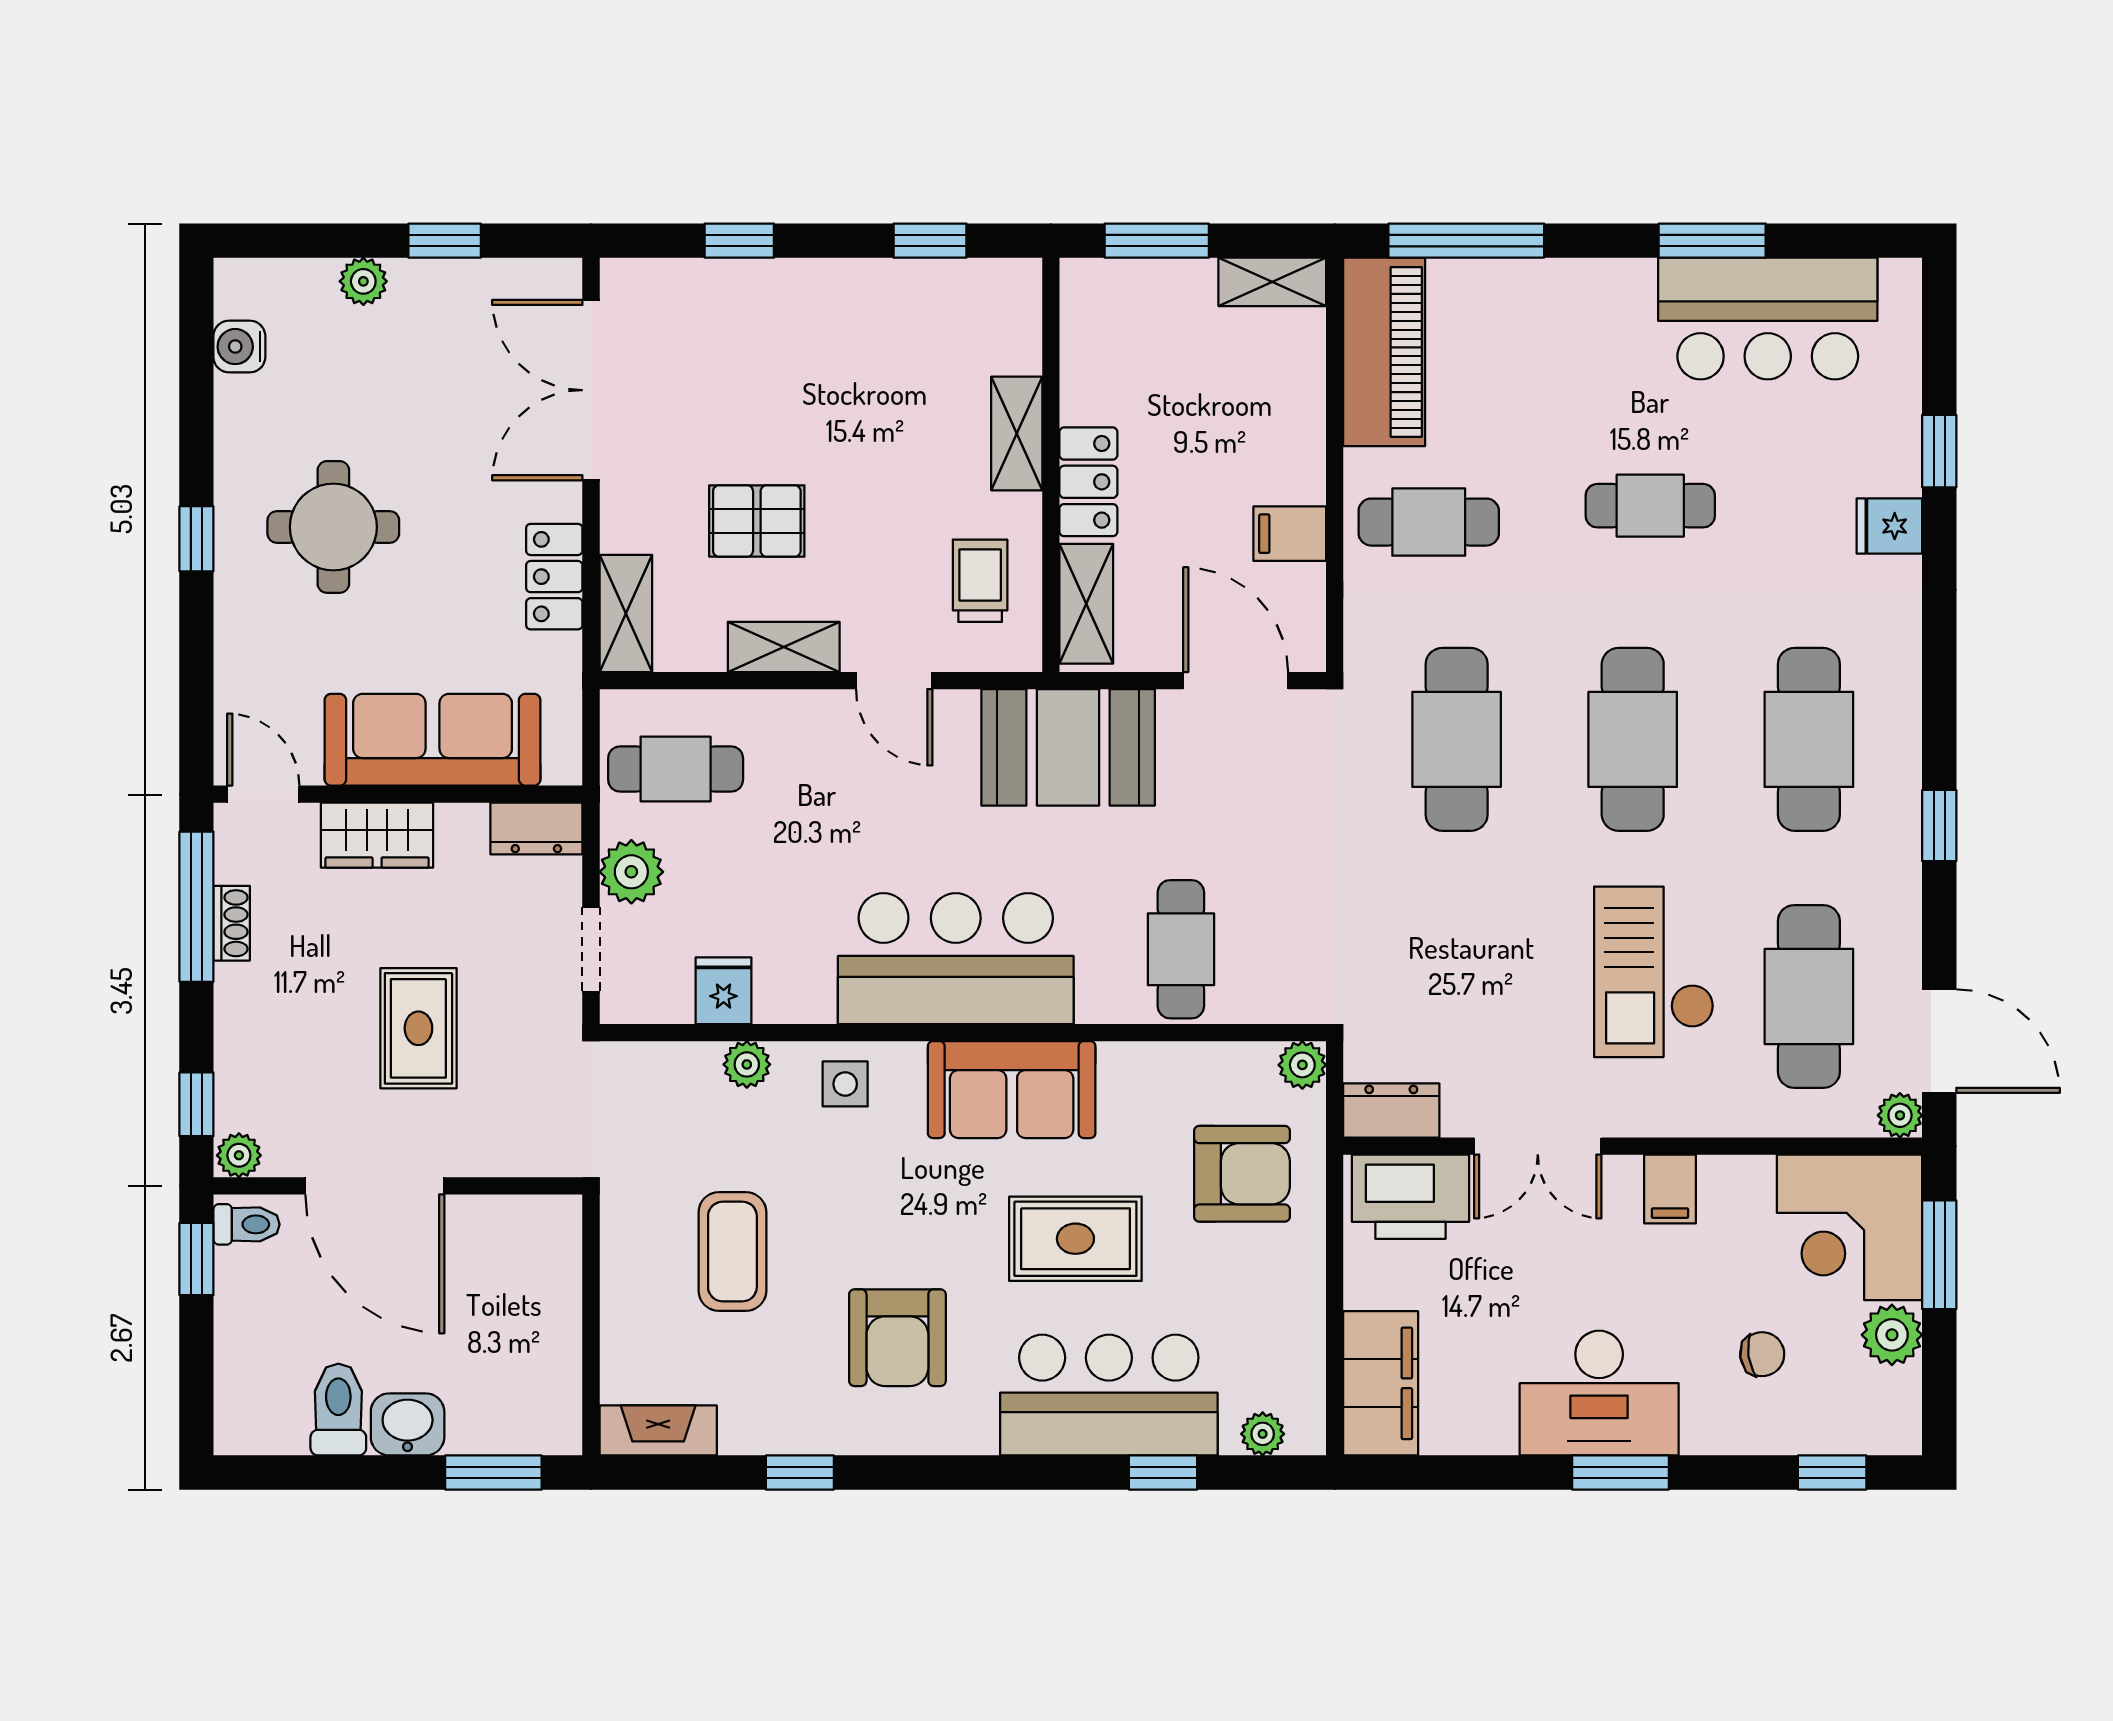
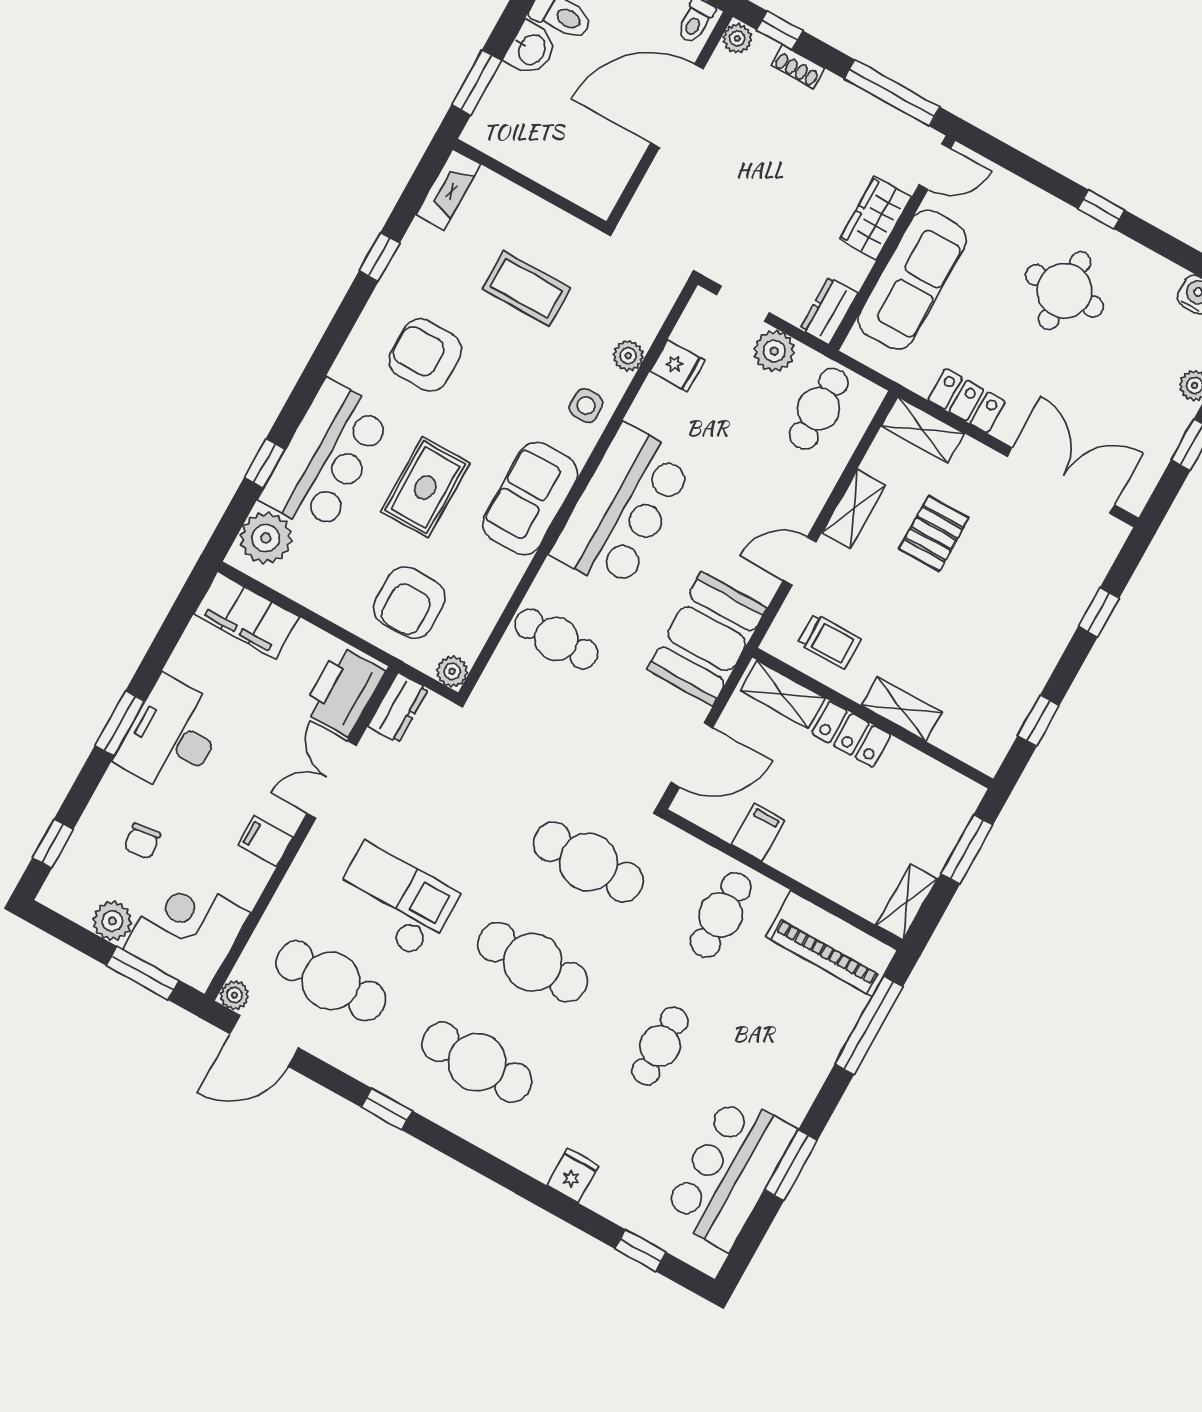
window: (1939, 451) -> (640, 1250), moved
shoe rack: (232, 923) -> (798, 67), moved
rug: (418, 1028) -> (753, 181), removed
plant: (1263, 1434) -> (266, 538), width x1.88, depth x1.88

